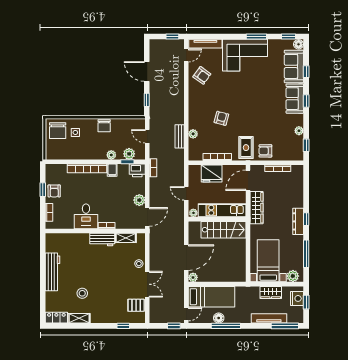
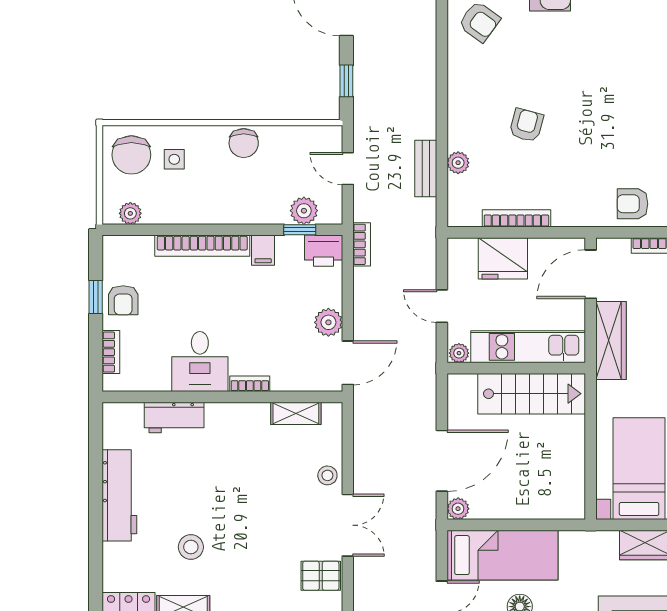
rug: (246, 148) -> (586, 196), removed
plant: (111, 155) -> (130, 213), moved
workbench: (102, 240) -> (174, 417), moved

